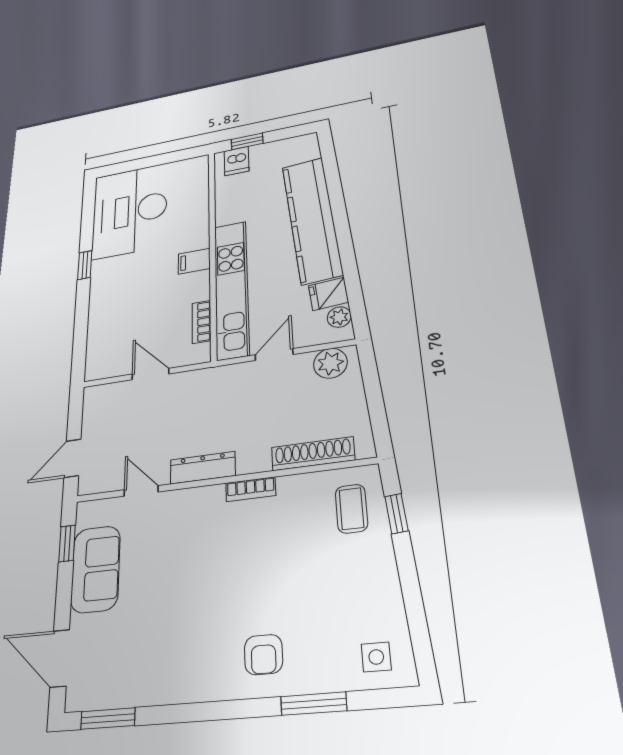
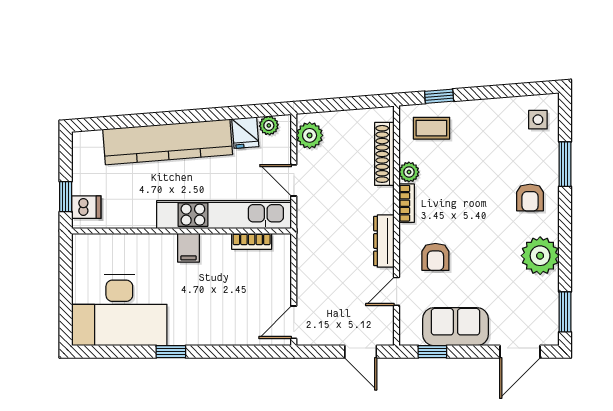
door: (150, 374) -> (294, 322), moved
plant: (291, 487) -> (409, 172), added
armchair: (183, 534) -> (435, 257), added
armchair: (263, 655) -> (530, 198), turned 90
plant: (184, 676) -> (540, 256), added

